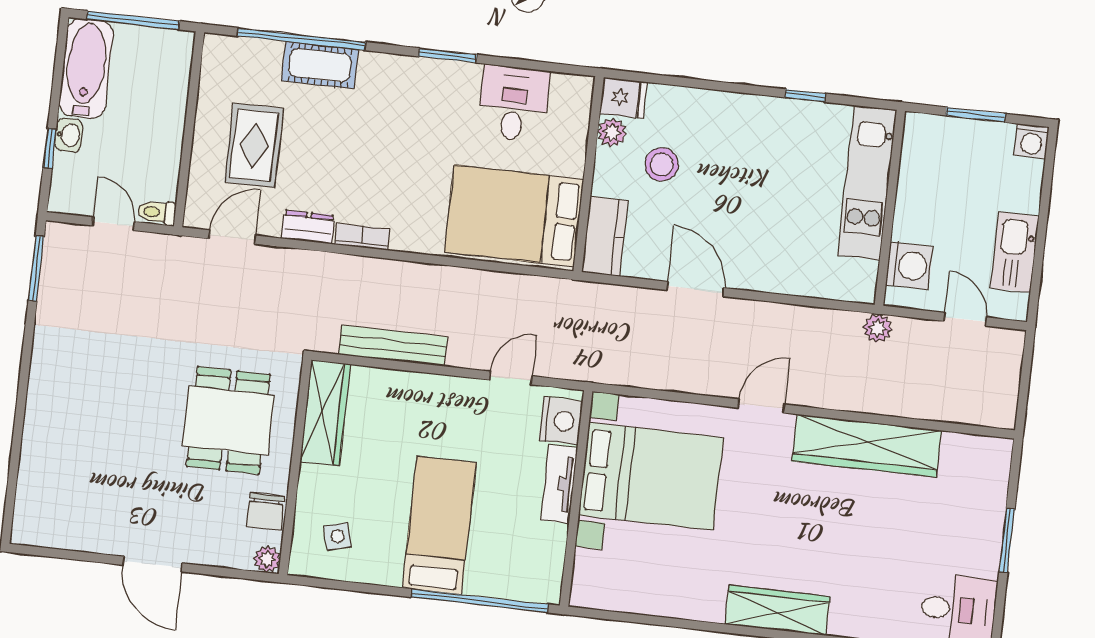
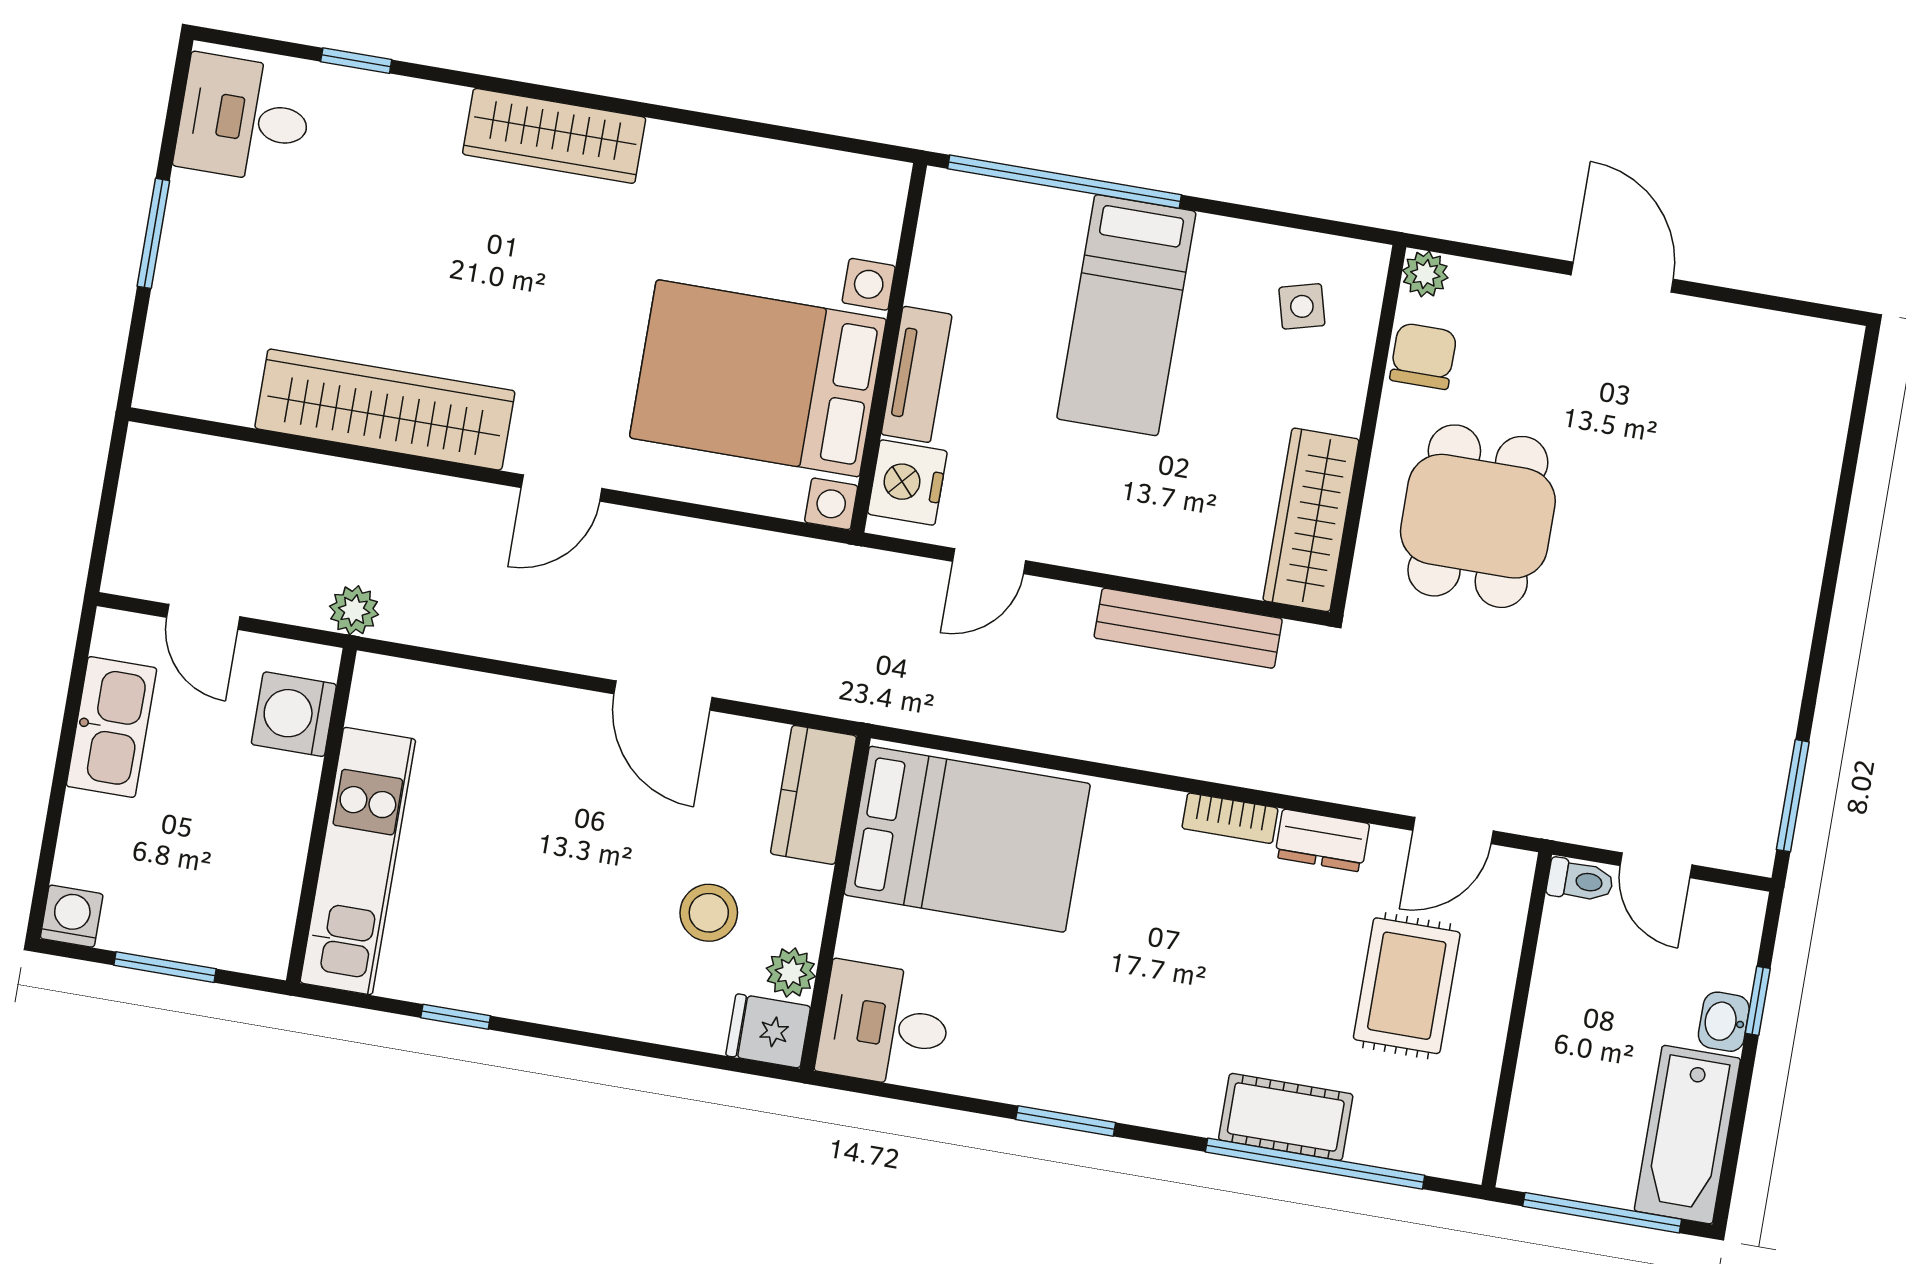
desk: (514, 103) -> (885, 1025), moved, turned 90

